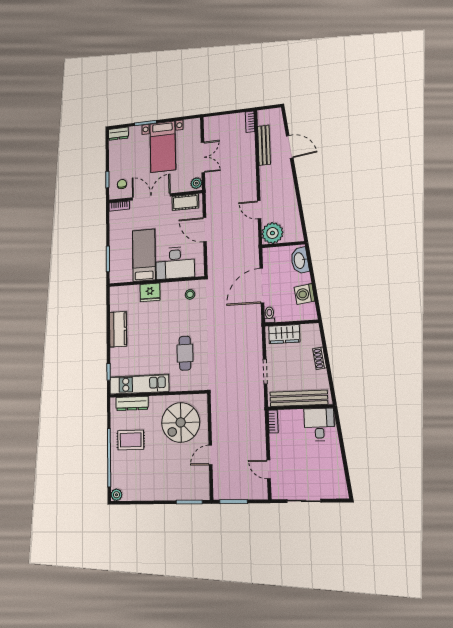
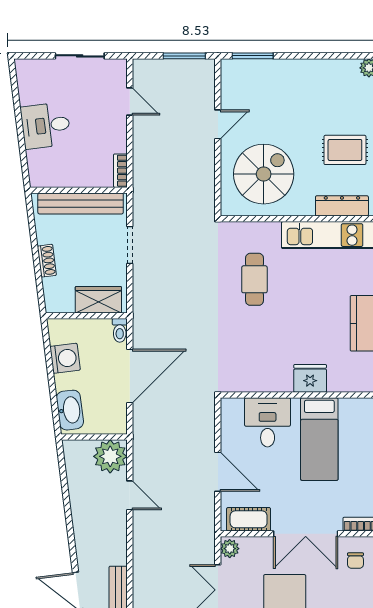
desk: (175, 263) -> (268, 422), width x0.73
stool: (190, 294) -> (244, 370), removed
desk: (319, 424) -> (46, 126), moved, turned 83

